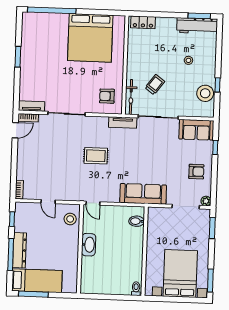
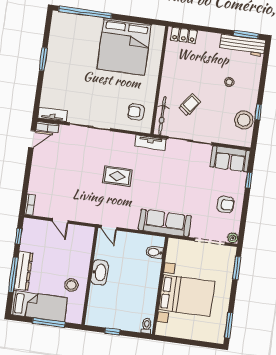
stool: (70, 219) -> (72, 285), moved
bed with nightstands: (180, 274) -> (187, 296), moved, turned 90
window: (33, 294) -> (49, 323), moved
window: (106, 297) -> (112, 331), added

